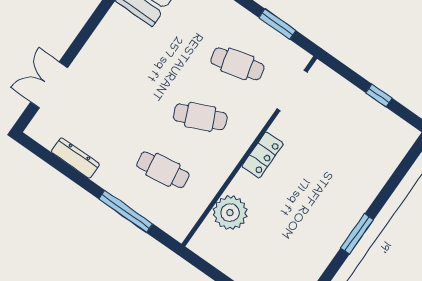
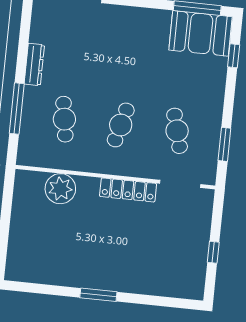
cafe table: (200, 117) -> (121, 125), turned 39
locker: (263, 155) -> (128, 190), width x1.53
dresser: (75, 158) -> (34, 64), moved

